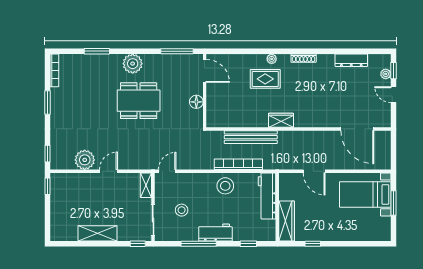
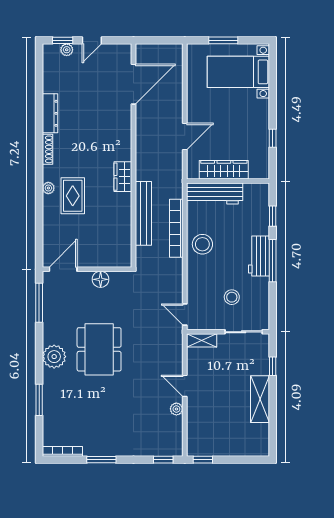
dresser: (351, 60) -> (50, 113), moved
plant: (85, 160) -> (176, 409), width x0.53, depth x0.53
bed with nightstands: (365, 194) -> (238, 72), moved, turned 90
wardrobe: (287, 221) -> (224, 170), moved
window: (138, 244) -> (273, 366), moved
window: (199, 244) -> (273, 261), moved

